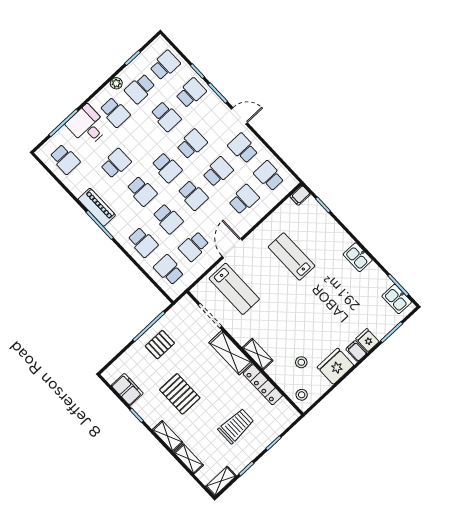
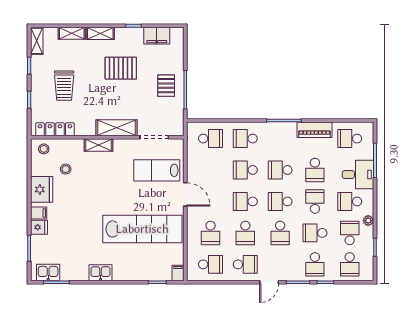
piano: (97, 207) -> (314, 130), moved
school desk: (194, 246) -> (315, 201), moved
lab bench: (292, 256) -> (142, 229), width x1.86, depth x1.39
locker: (263, 385) -> (55, 129), moved

